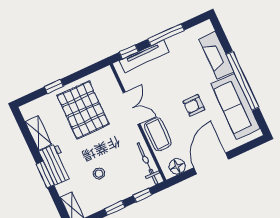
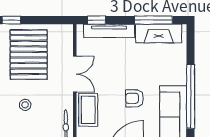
window: (166, 35) -> (153, 20), moved
fireplace: (216, 55) -> (159, 33), moved, turned -90
stool: (99, 173) -> (25, 105), moved

